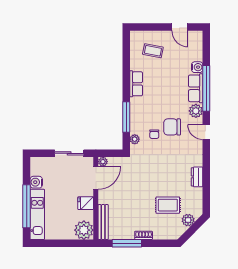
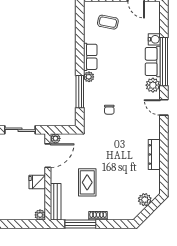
chair: (172, 127) -> (128, 102), removed
plant: (135, 139) -> (89, 77), moved
dresser: (197, 177) -> (154, 154), width x1.44
rug: (168, 205) -> (87, 182), moved, turned 90
plant: (84, 230) -> (40, 215), width x0.53, depth x0.53

